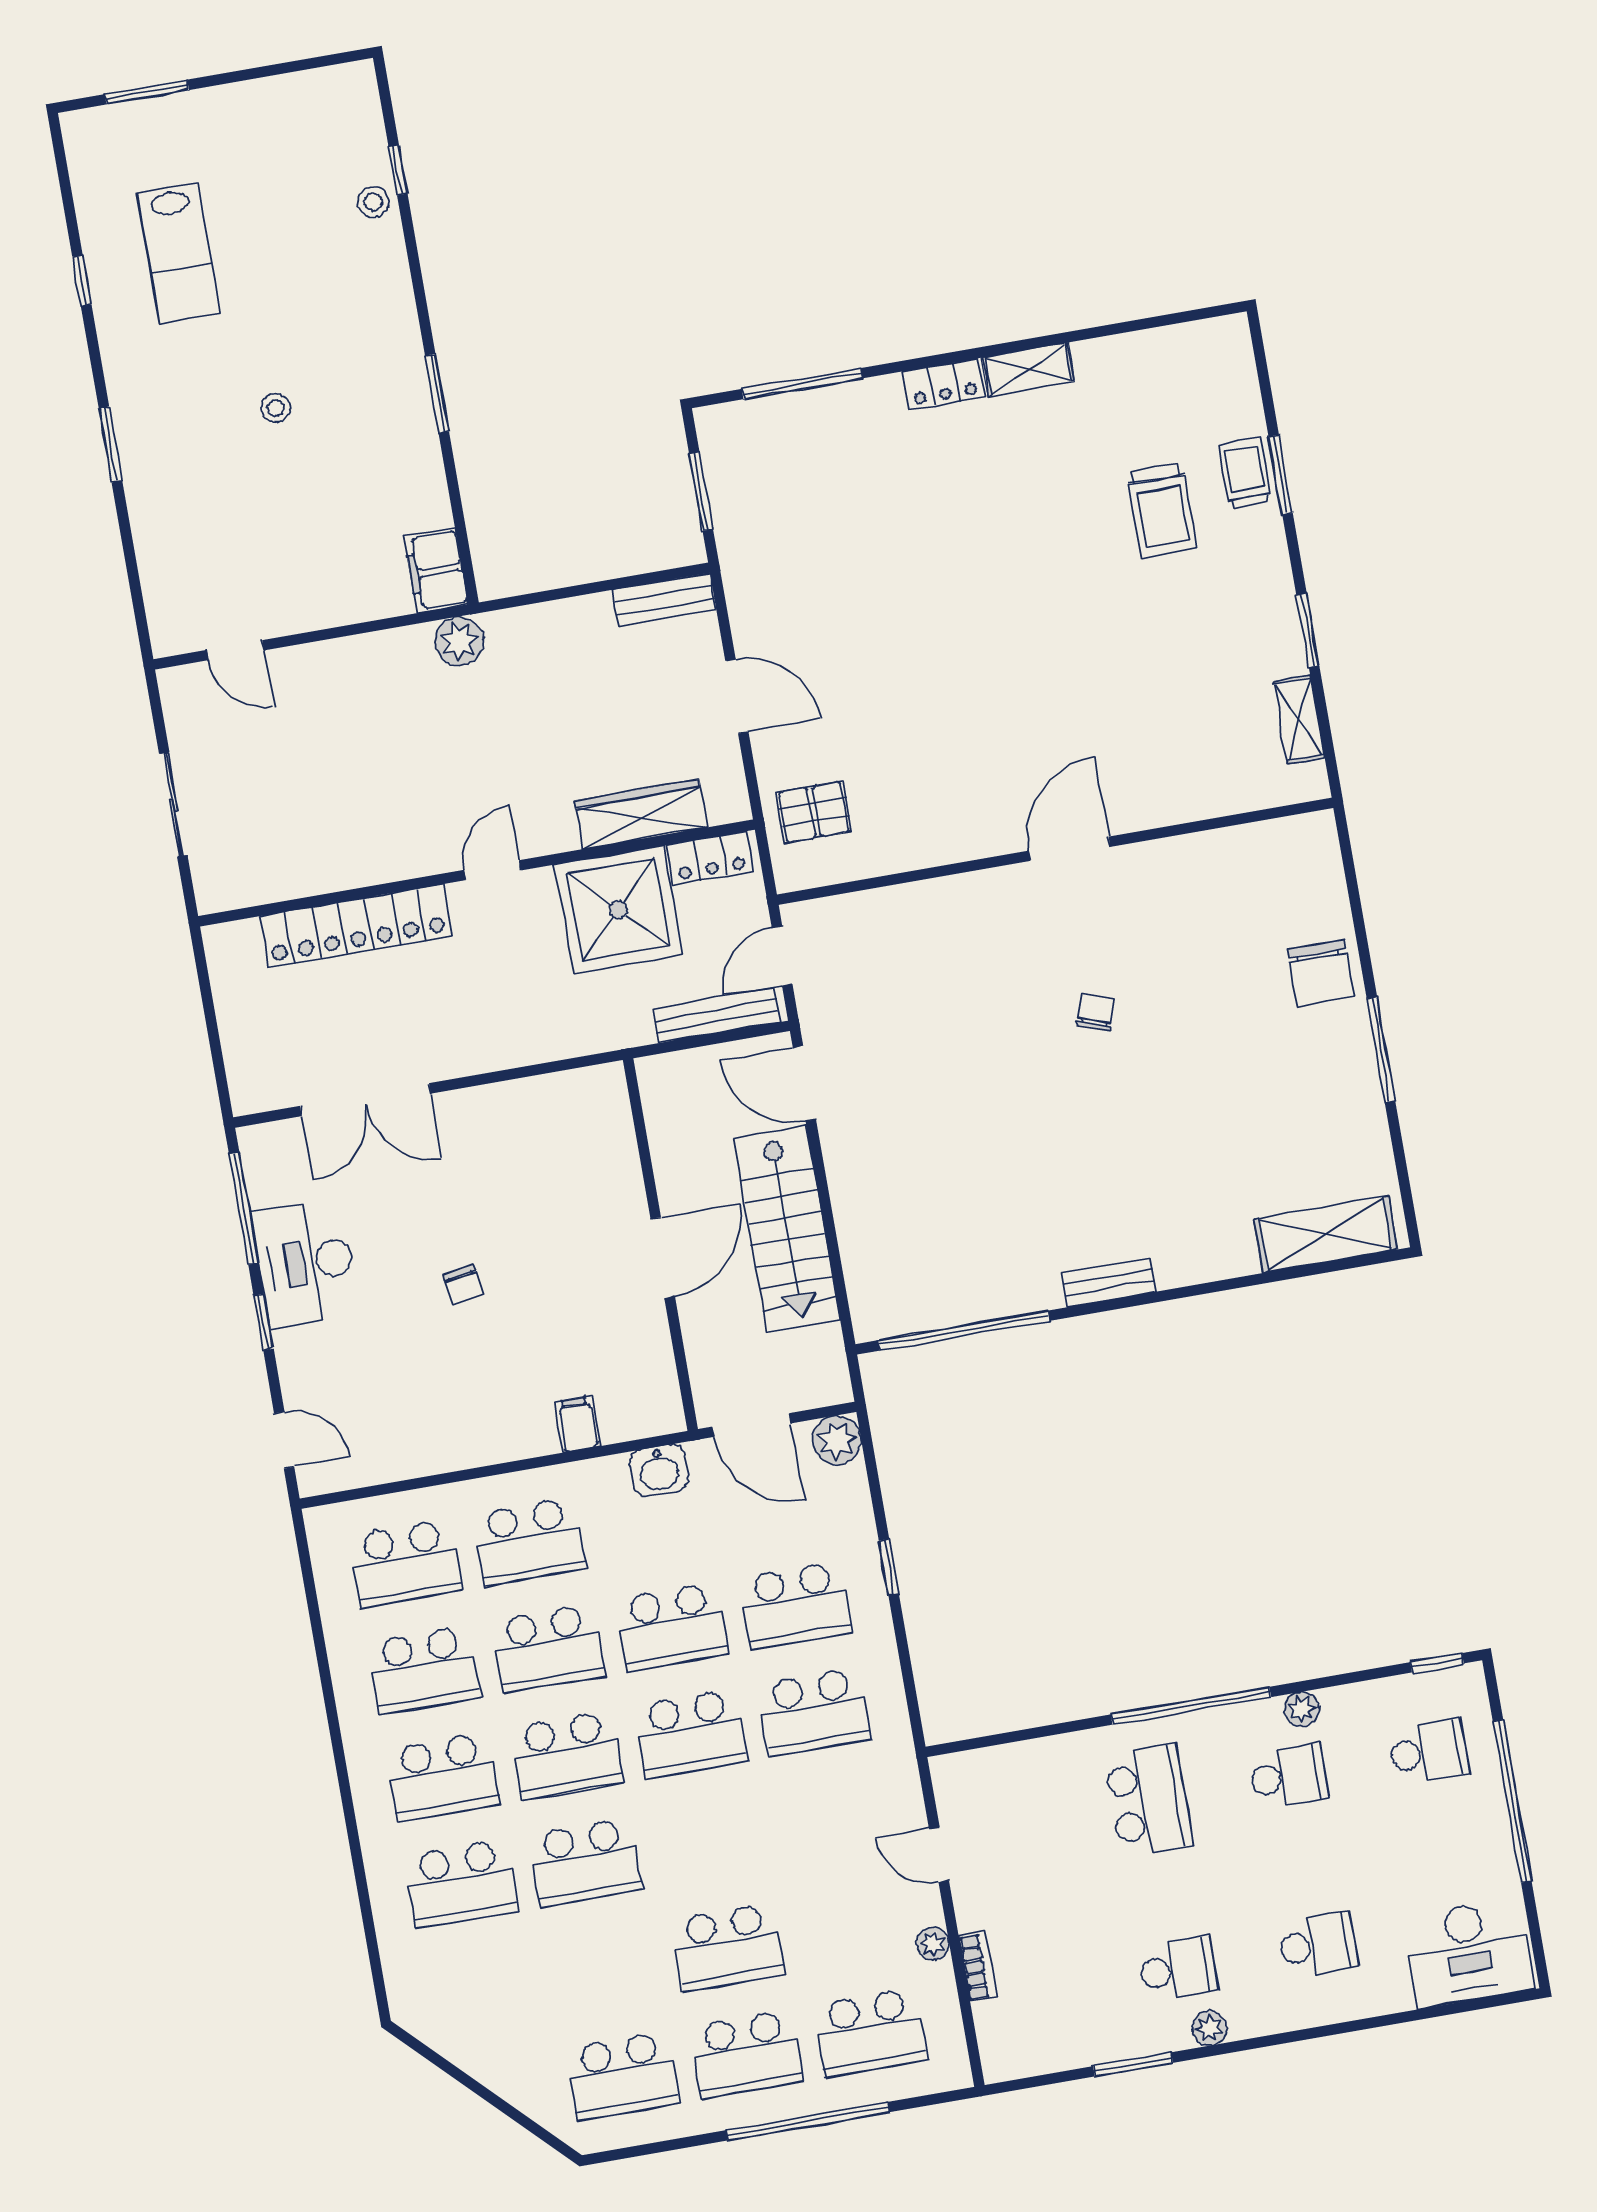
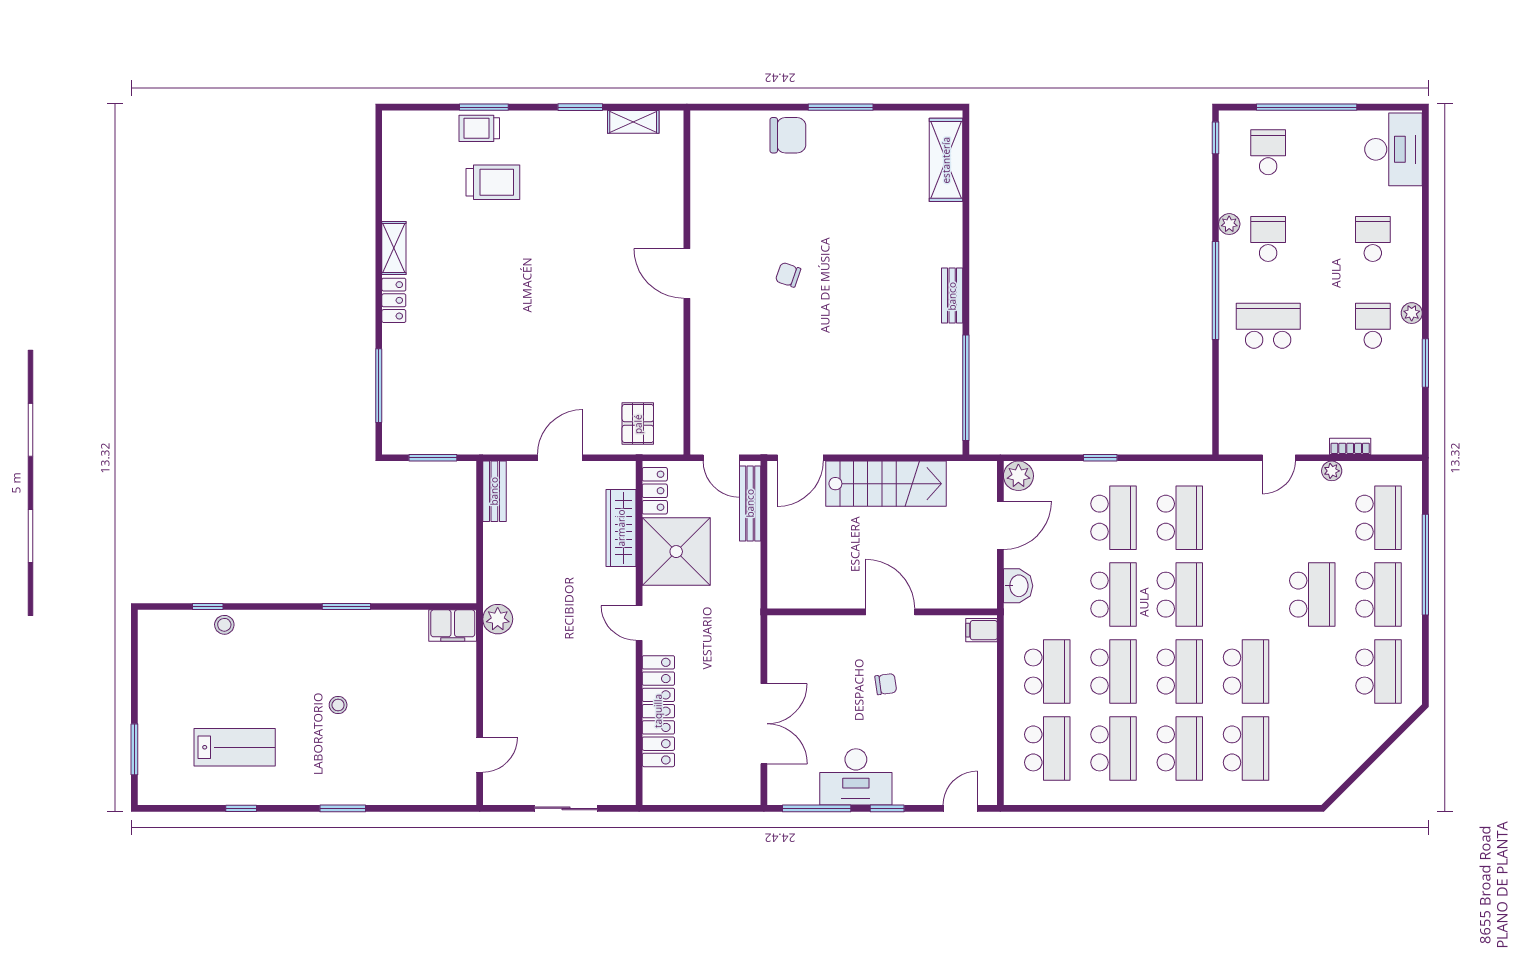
wall: (660, 1245) -> (882, 612), moved
door: (663, 1258) -> (890, 612), moved

